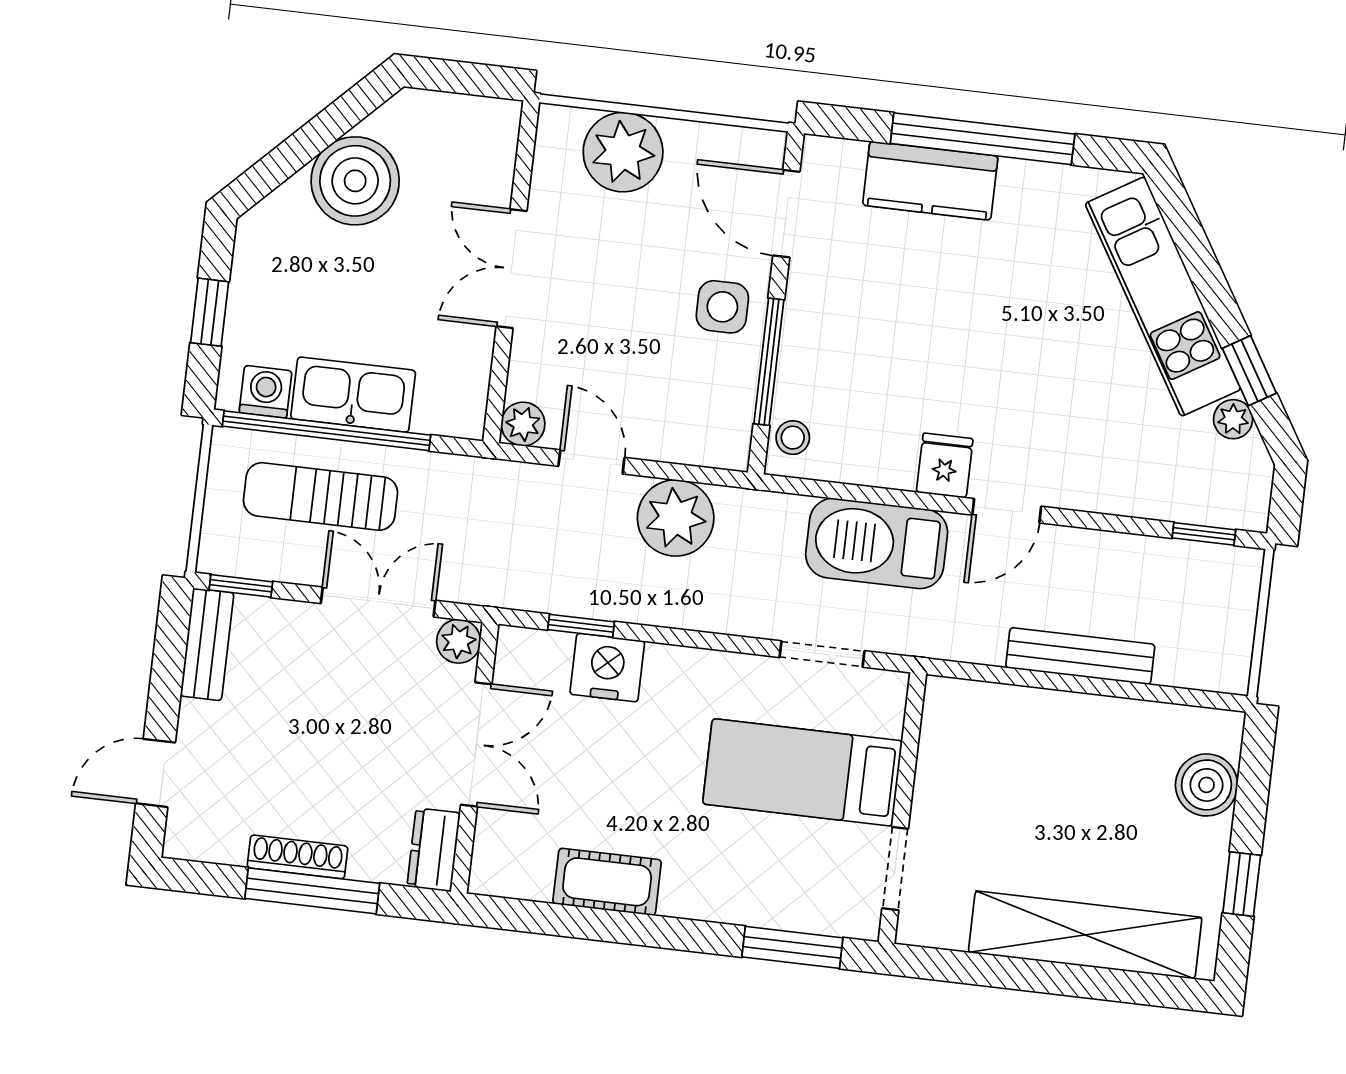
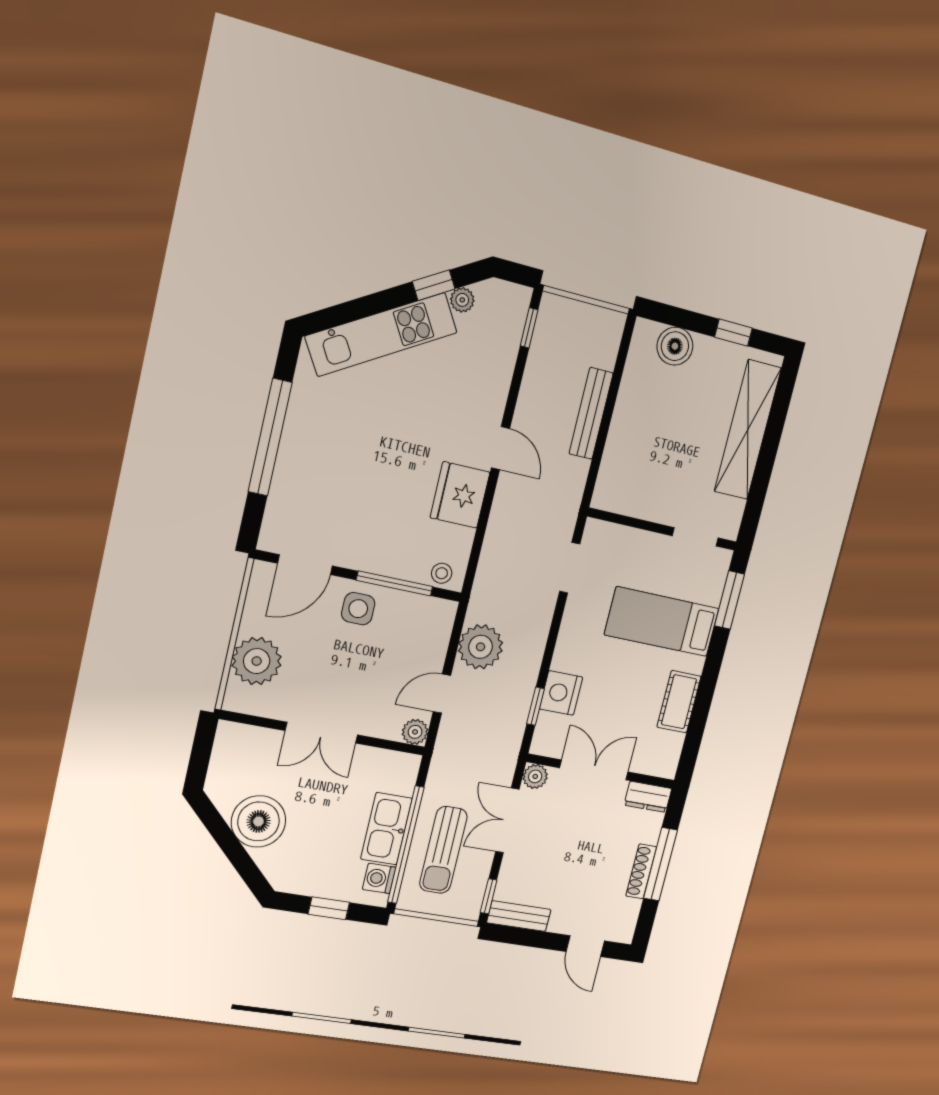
kitchen counter: (930, 181) -> (293, 473), removed
fridge: (945, 465) -> (460, 495), width x1.88, depth x1.34
barbecue: (877, 543) -> (510, 529), removed
bed: (802, 772) -> (662, 622), moved, turned 90

